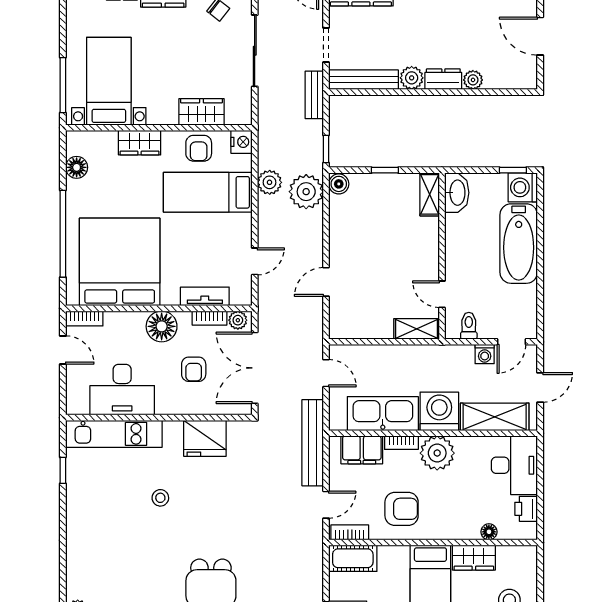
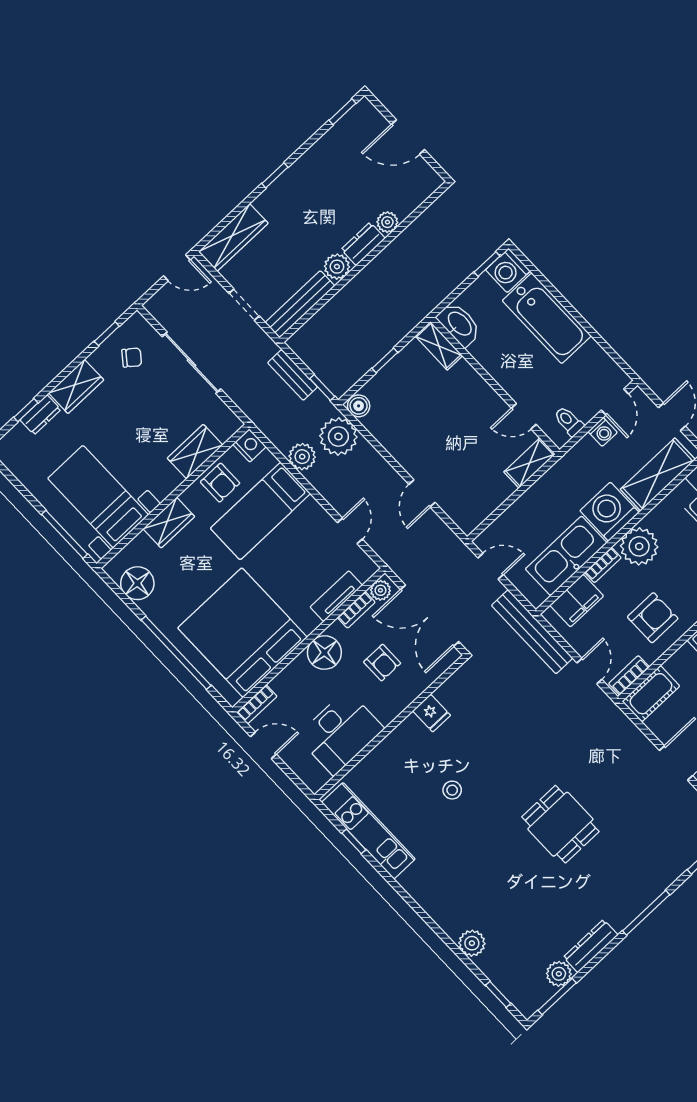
bench: (314, 95) -> (293, 375), moved
floor lamp: (77, 167) -> (137, 583), width x1.38, depth x1.38
kitchen unit: (114, 434) -> (368, 831), moved, turned -90
fridge: (205, 438) -> (432, 713), width x0.53, depth x0.75

